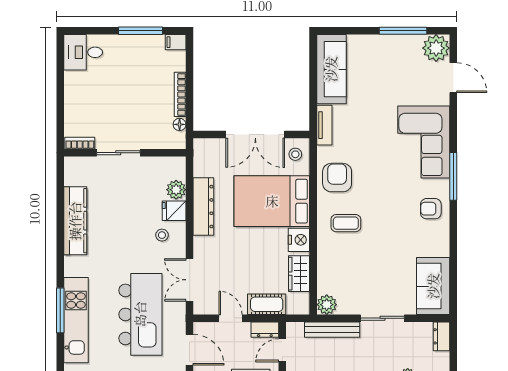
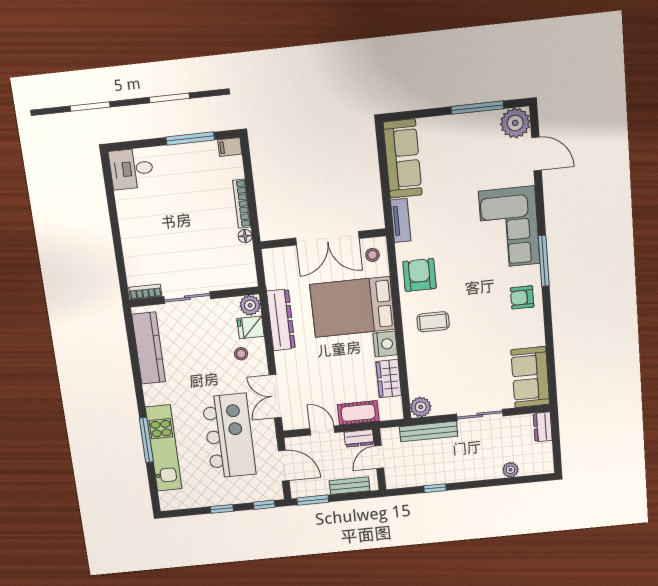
bookcase: (80, 143) -> (145, 292), moved
sliding door: (118, 153) -> (187, 298), moved
wall: (125, 153) -> (194, 297), moved

